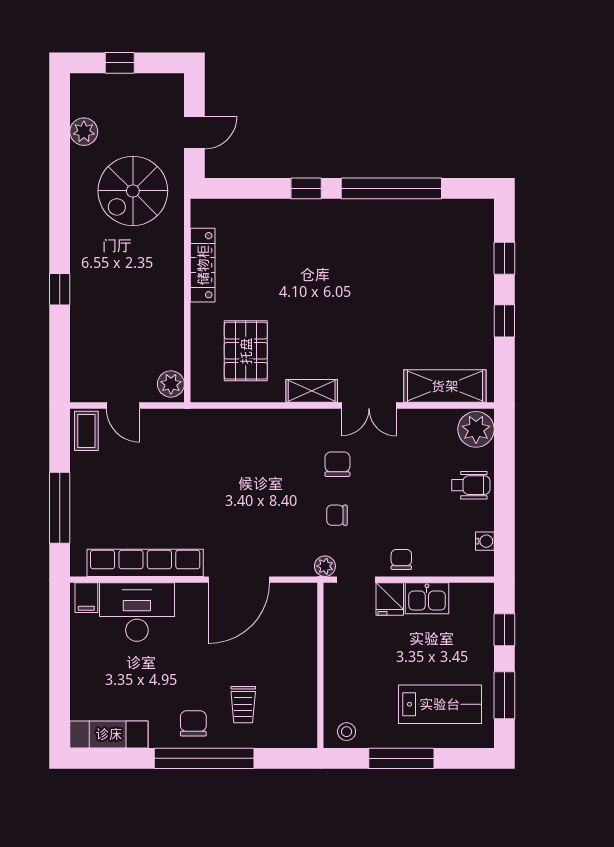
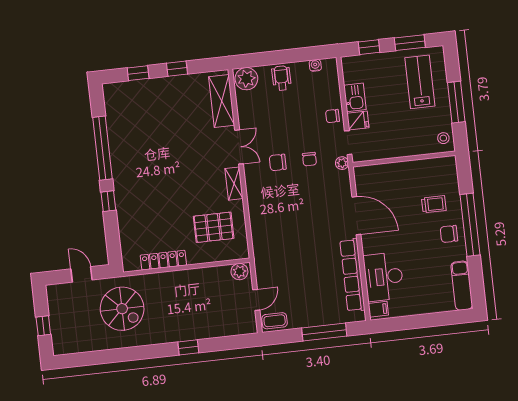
plant: (84, 132) -> (89, 343), removed

